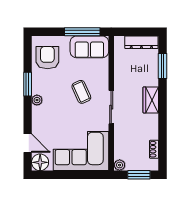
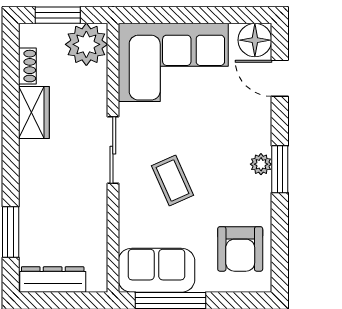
window: (28, 84) -> (280, 169), moved
wardrobe: (151, 100) -> (34, 112), moved
plant: (120, 165) -> (86, 44), width x1.87, depth x1.87

